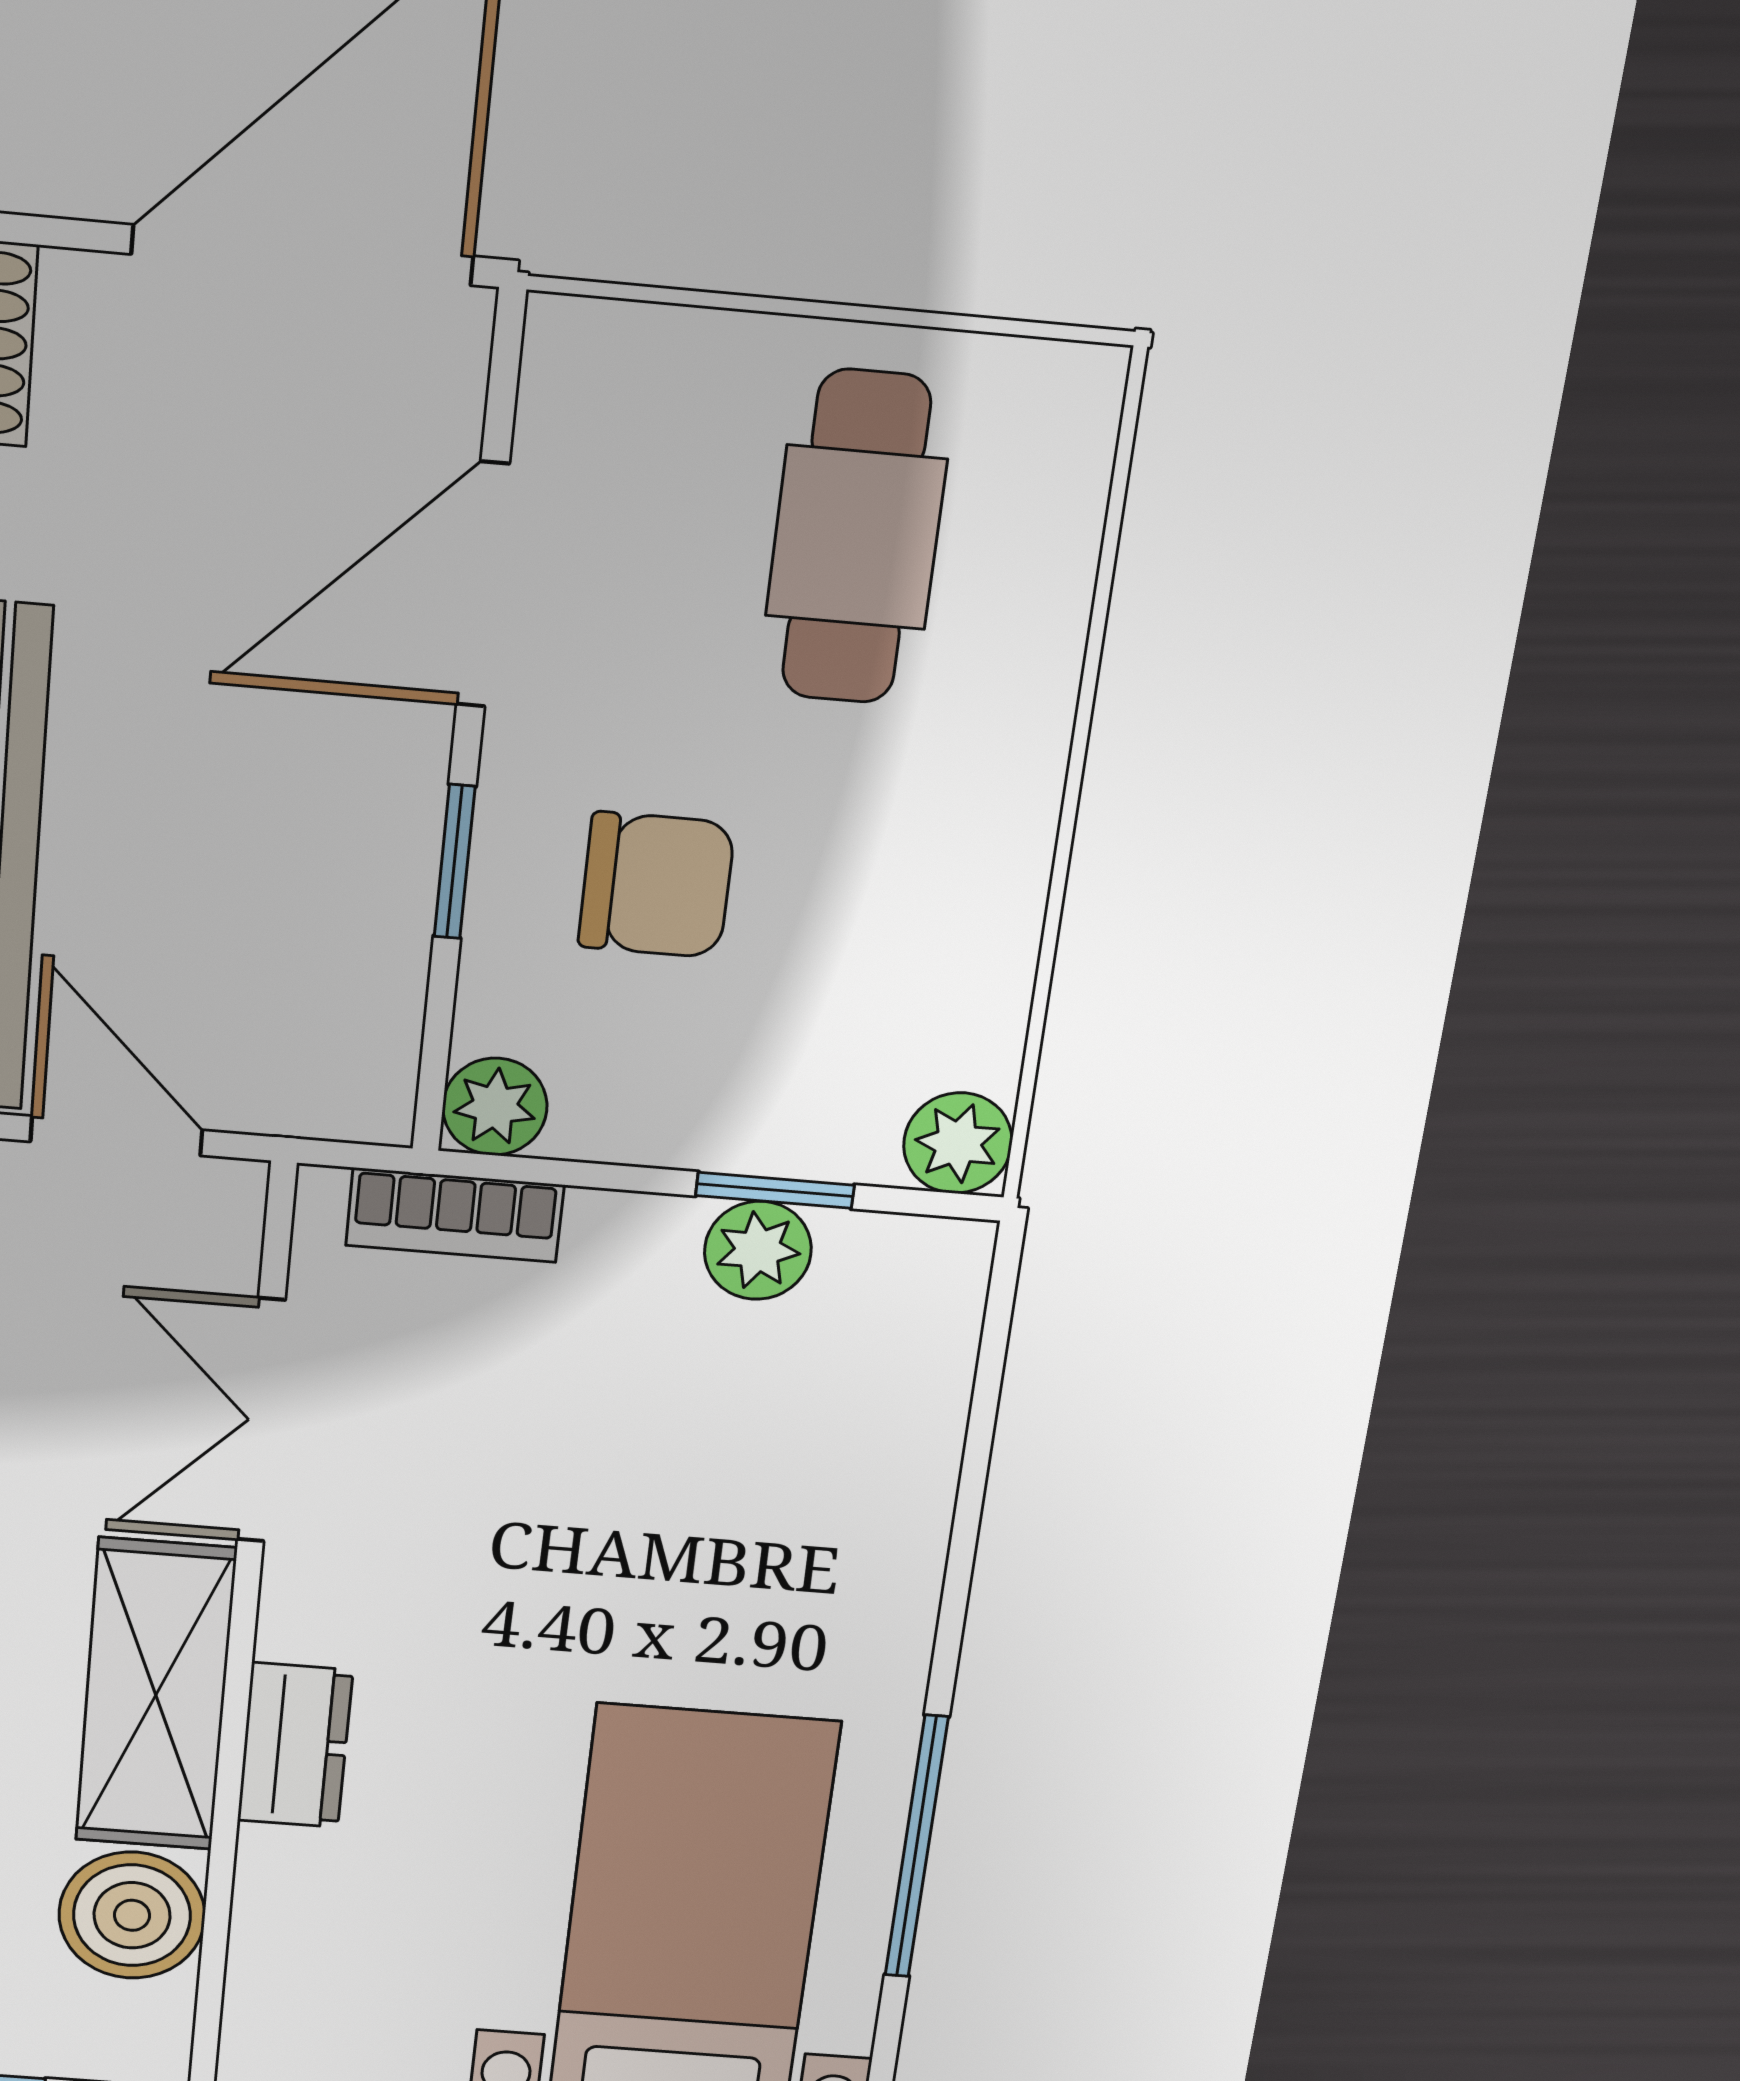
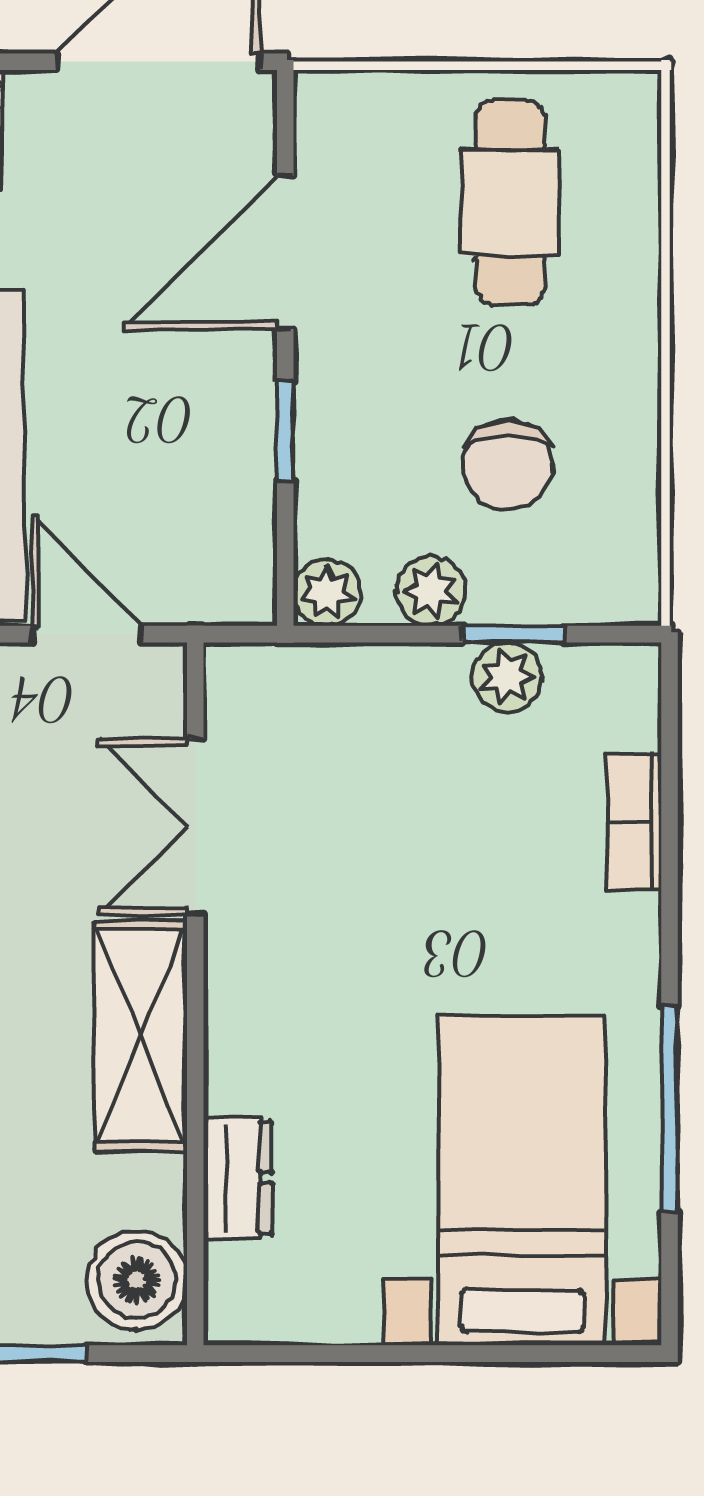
chair: (656, 885) -> (508, 465), moved, turned 90
plant: (958, 1143) -> (431, 591), moved
bookcase: (455, 1215) -> (634, 821), moved, turned 90
dresser: (295, 1745) -> (238, 1178), moved
boiler: (132, 1915) -> (137, 1280), moved

